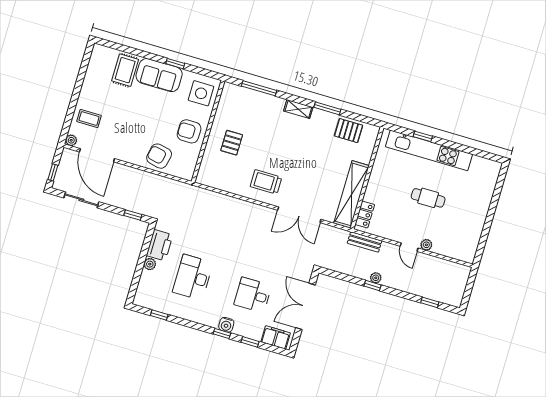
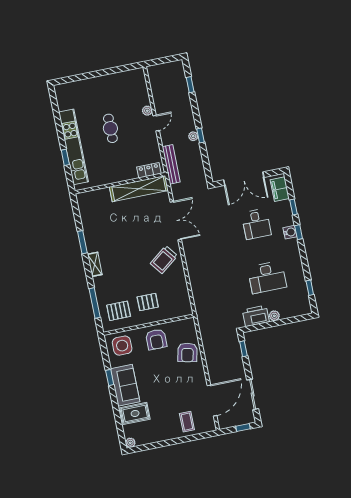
pallet: (349, 131) -> (119, 311), moved, turned 90
plant: (71, 140) -> (130, 443), moved
trolley: (266, 182) -> (164, 260), turned 52
bench: (365, 242) -> (171, 164), width x1.36

